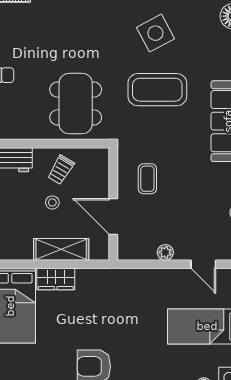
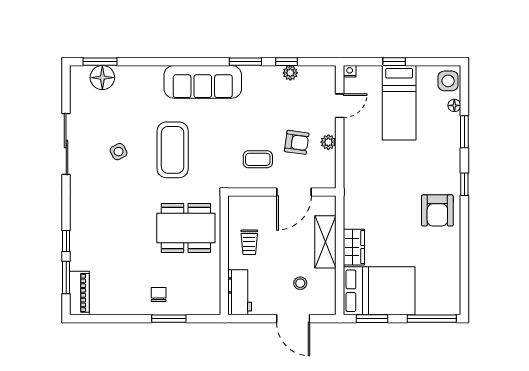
side table: (155, 33) -> (119, 152), width x0.54, depth x0.54
trolley: (61, 170) -> (249, 242), turned 59
stool: (52, 202) -> (300, 283), moved
armchair: (165, 219) -> (297, 142), added

